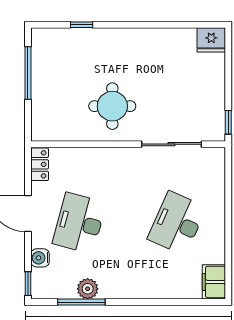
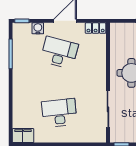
desk: (177, 223) -> (59, 113), turned -30
plant: (88, 289) -> (19, 58), removed

